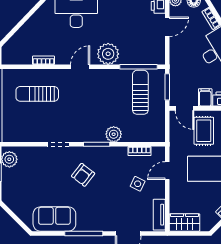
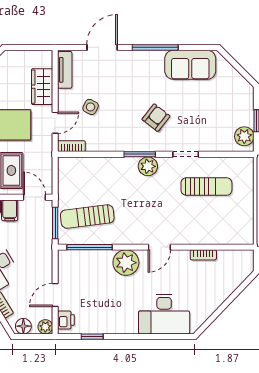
sun lounger: (140, 92) -> (87, 217), turned 83
sun lounger: (37, 94) -> (206, 187), moved
plant: (114, 134) -> (148, 166), moved
bookcase: (140, 151) -> (71, 146), moved
wardrobe: (185, 222) -> (42, 87), moved, turned 90

